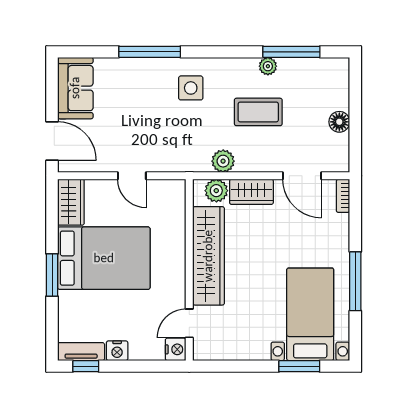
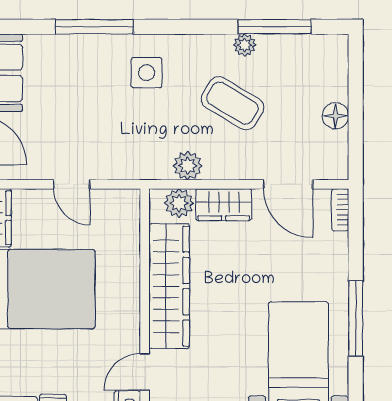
coffee table: (258, 112) -> (232, 103), turned 31

